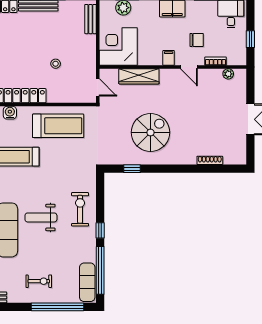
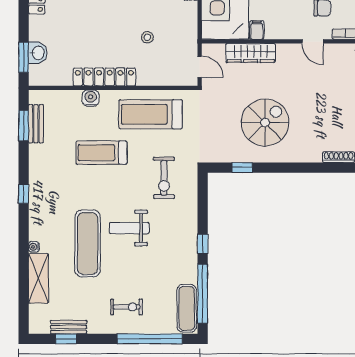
filing cabinet: (169, 58) -> (257, 30), moved
treadmill: (58, 126) -> (151, 114), turned 180
exercise bike: (80, 209) -> (164, 178), moved, turned 180

